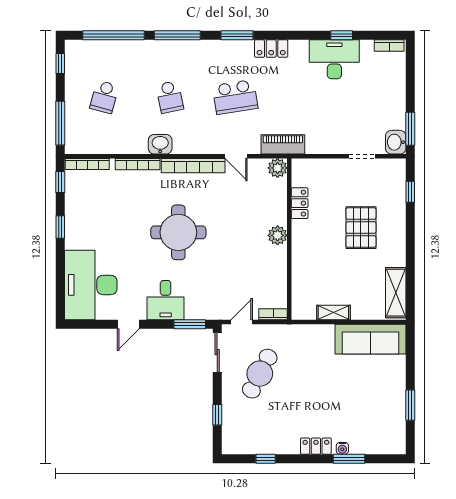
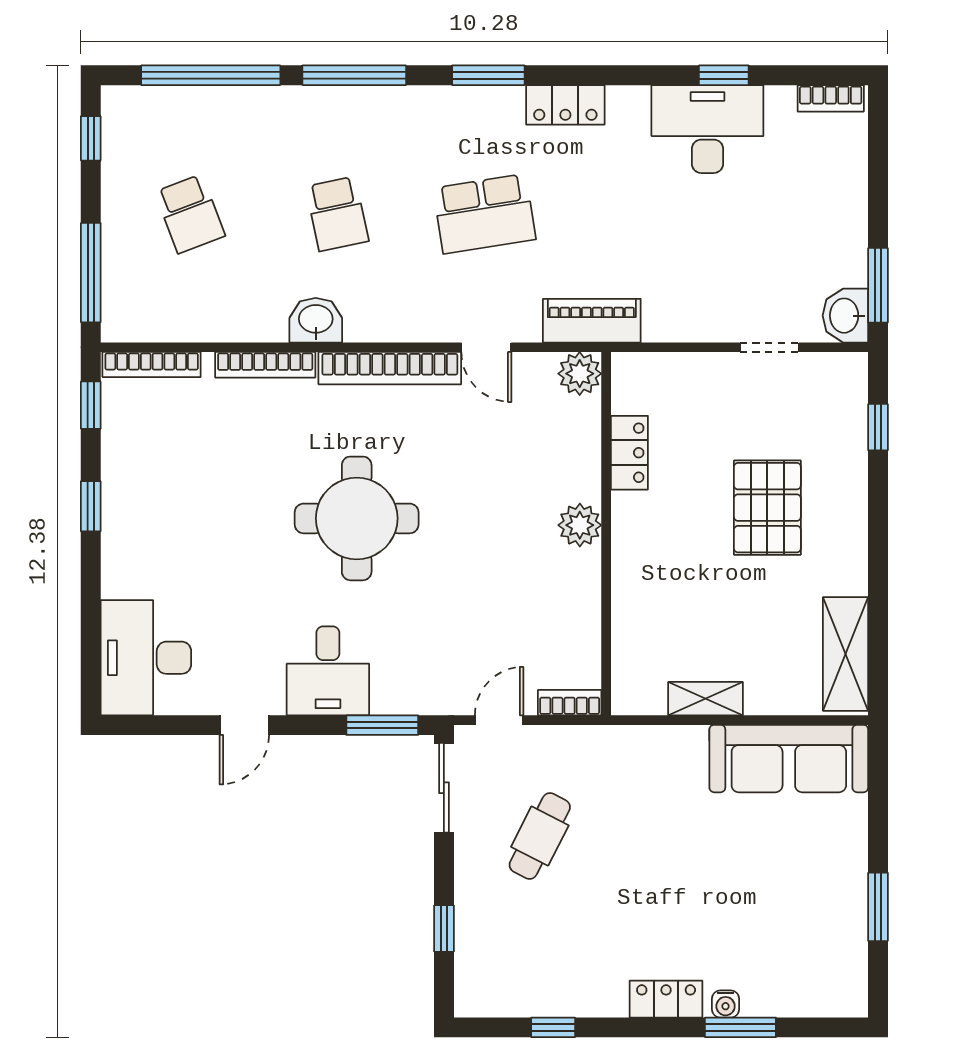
school desk: (104, 97) -> (190, 214), turned -36
desk: (91, 285) -> (146, 658), width x0.73, depth x0.77
cafe table: (260, 374) -> (540, 836), width x0.73, depth x0.74

